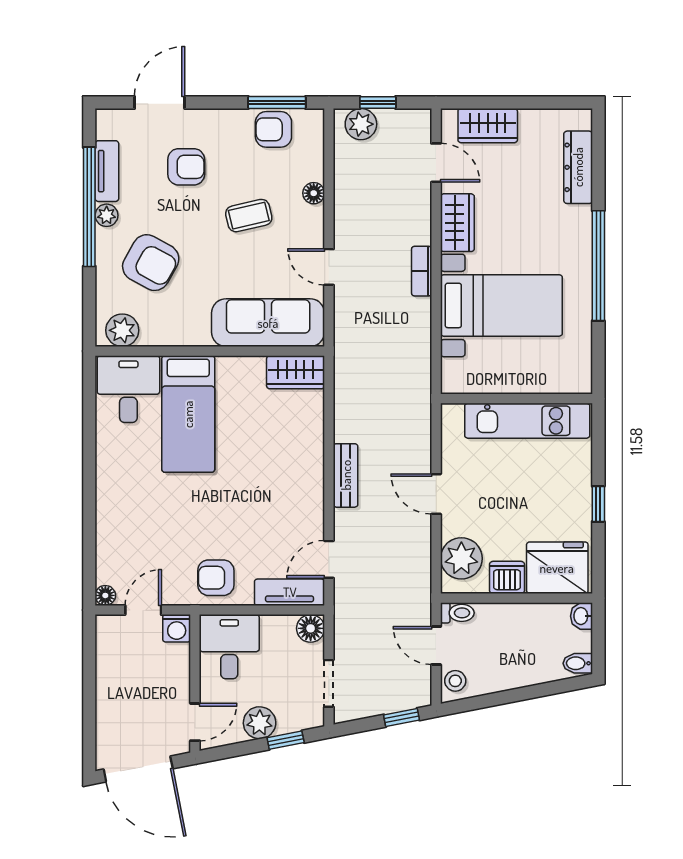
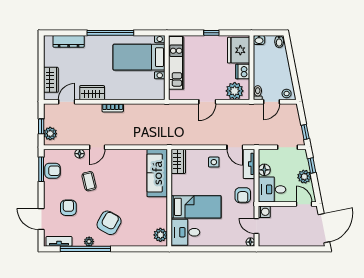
armchair: (273, 129) -> (52, 171), turned -90
tv unit: (107, 171) -> (59, 241), moved
door: (329, 267) -> (97, 147), moved
bed with nightstands: (501, 305) -> (139, 57), moved, turned -90
sofa: (268, 323) -> (157, 173), moved
plant: (122, 330) -> (160, 235), moved
wall: (210, 351) -> (169, 198), moved
wardrobe: (296, 372) -> (178, 161), moved
desk: (128, 389) -> (185, 232), moved
bed: (188, 414) -> (196, 207), moved
bench: (346, 475) -> (199, 140), removed
side table: (294, 510) -> (214, 162), added
floor lamp: (311, 628) -> (264, 170), moved
window: (402, 717) -> (305, 132), moved

